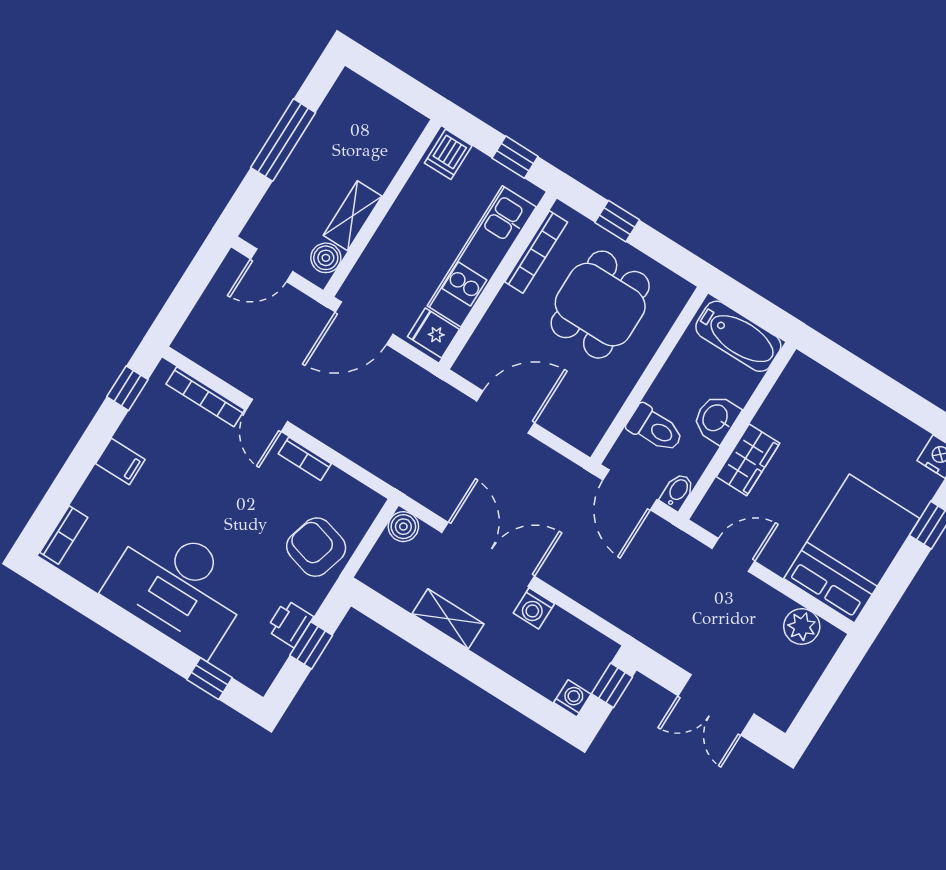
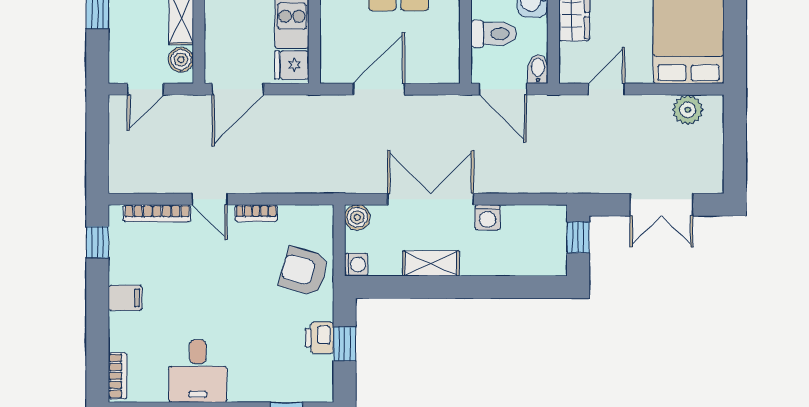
desk: (178, 587) -> (198, 371), width x0.53, depth x0.77
washing machine: (572, 698) -> (356, 265), moved, turned 90

